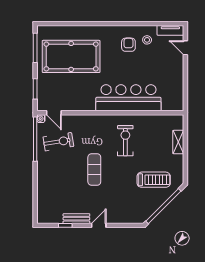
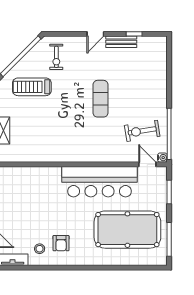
bar counter: (128, 98) -> (100, 182), moved
exercise bike: (125, 141) -> (56, 57), moved, width x0.73, depth x0.72

